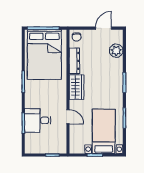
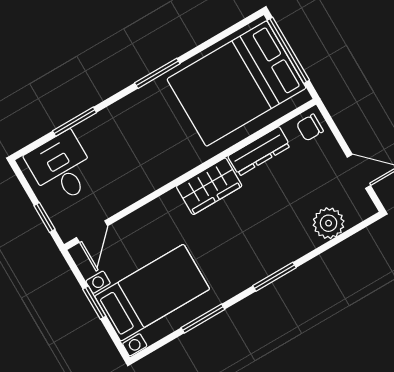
door: (68, 117) -> (92, 232), moved
desk: (38, 120) -> (62, 168), moved

